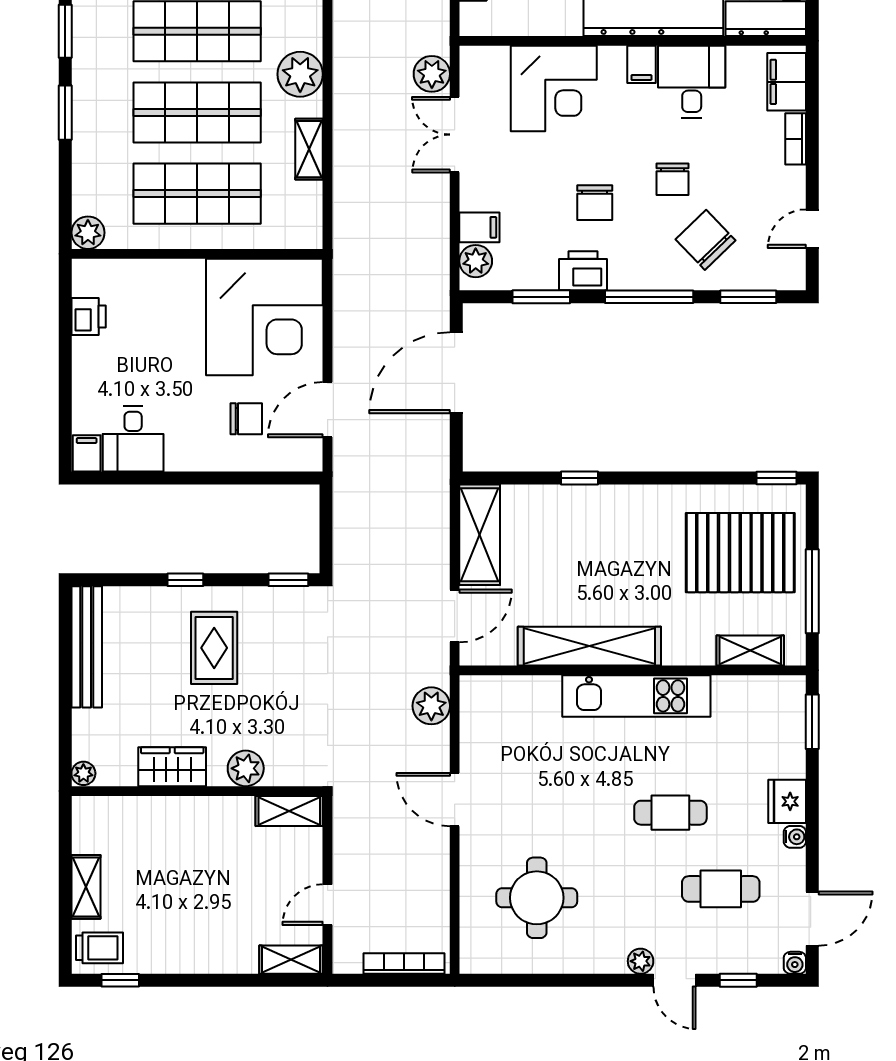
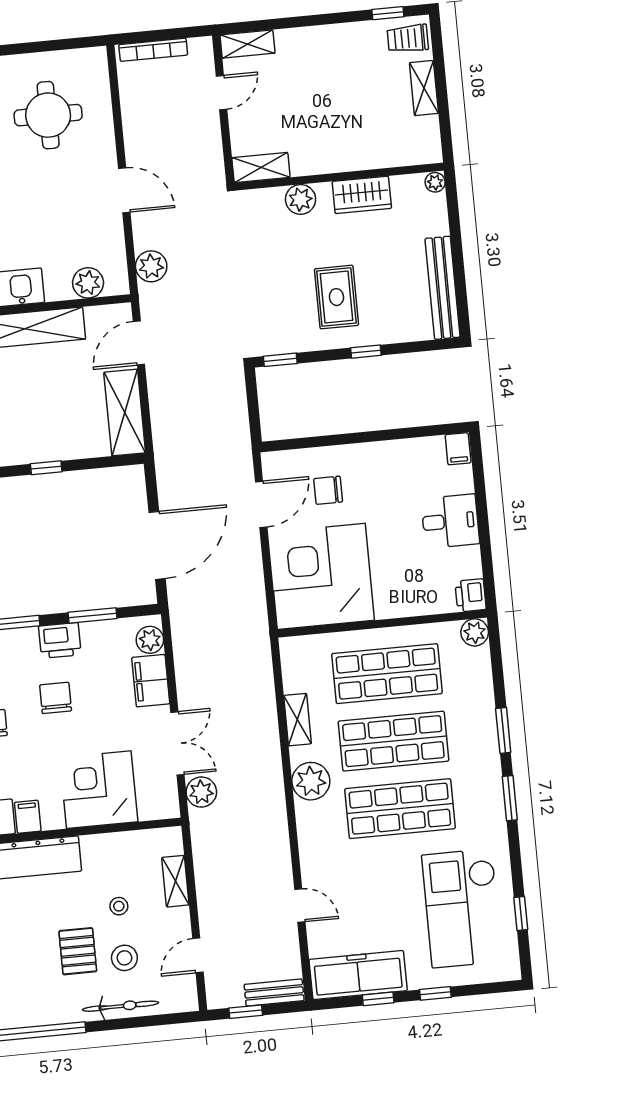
filing cabinet: (479, 227) -> (151, 681), width x2.00
printer: (89, 317) -> (471, 595), moved
desk: (133, 439) -> (450, 521), moved, turned 90
plant: (508, 693) -> (88, 283), added

